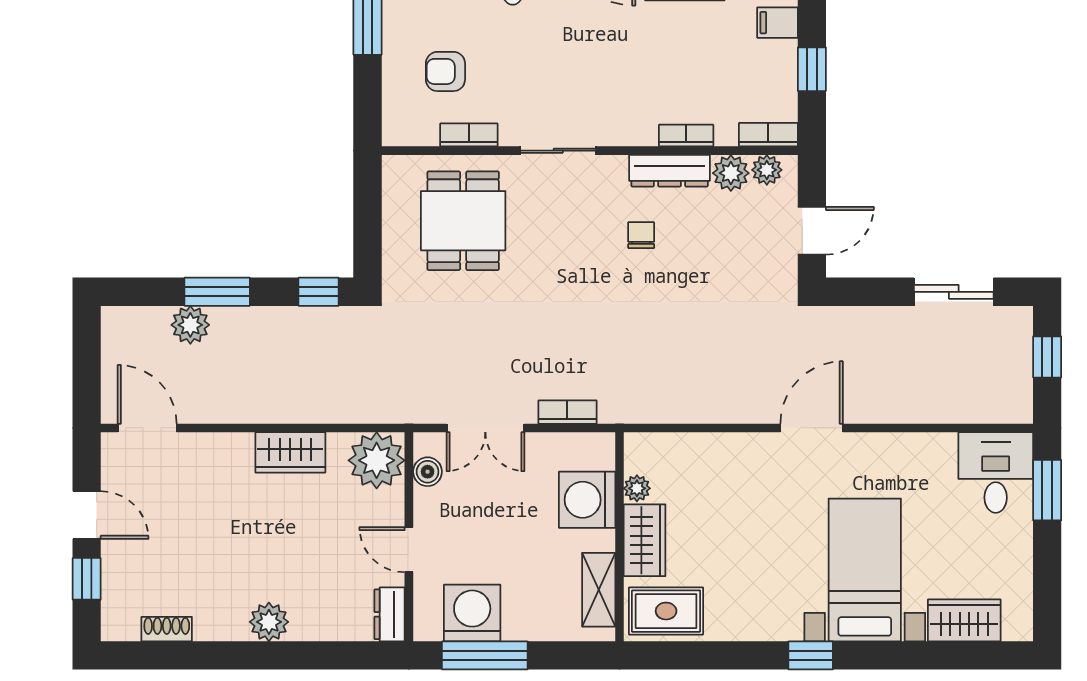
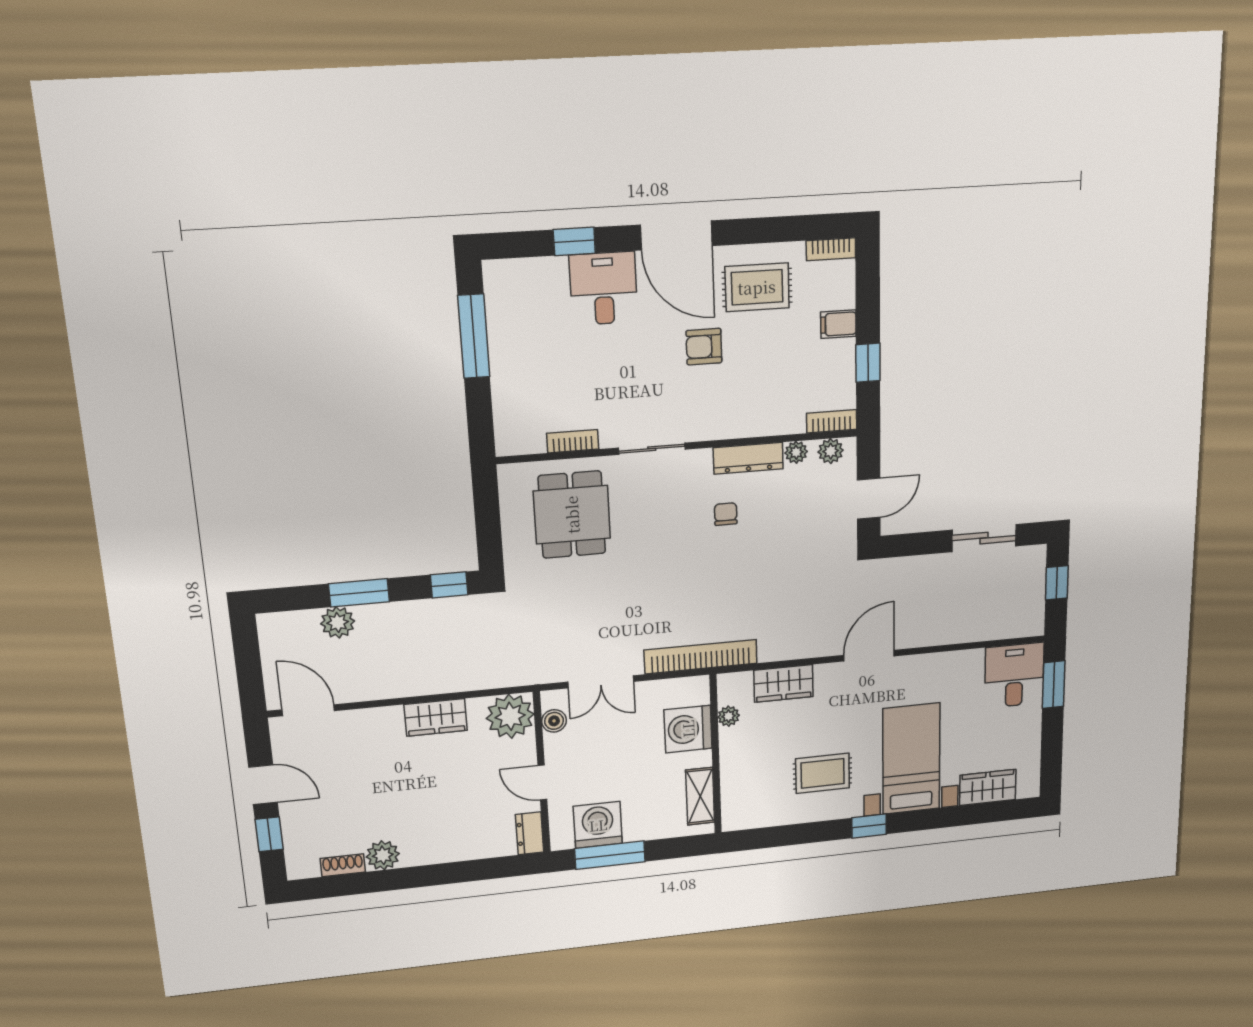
armchair: (445, 71) -> (704, 347), moved
bookcase: (686, 136) -> (762, 427), removed
plant: (731, 173) -> (796, 452), width x0.73, depth x0.73
bookcase: (567, 412) -> (701, 657), width x2.31, depth x1.31
wardrobe: (645, 540) -> (784, 683), moved, turned 90
rug: (666, 611) -> (823, 773), moved
plant: (269, 622) -> (383, 855), moved

